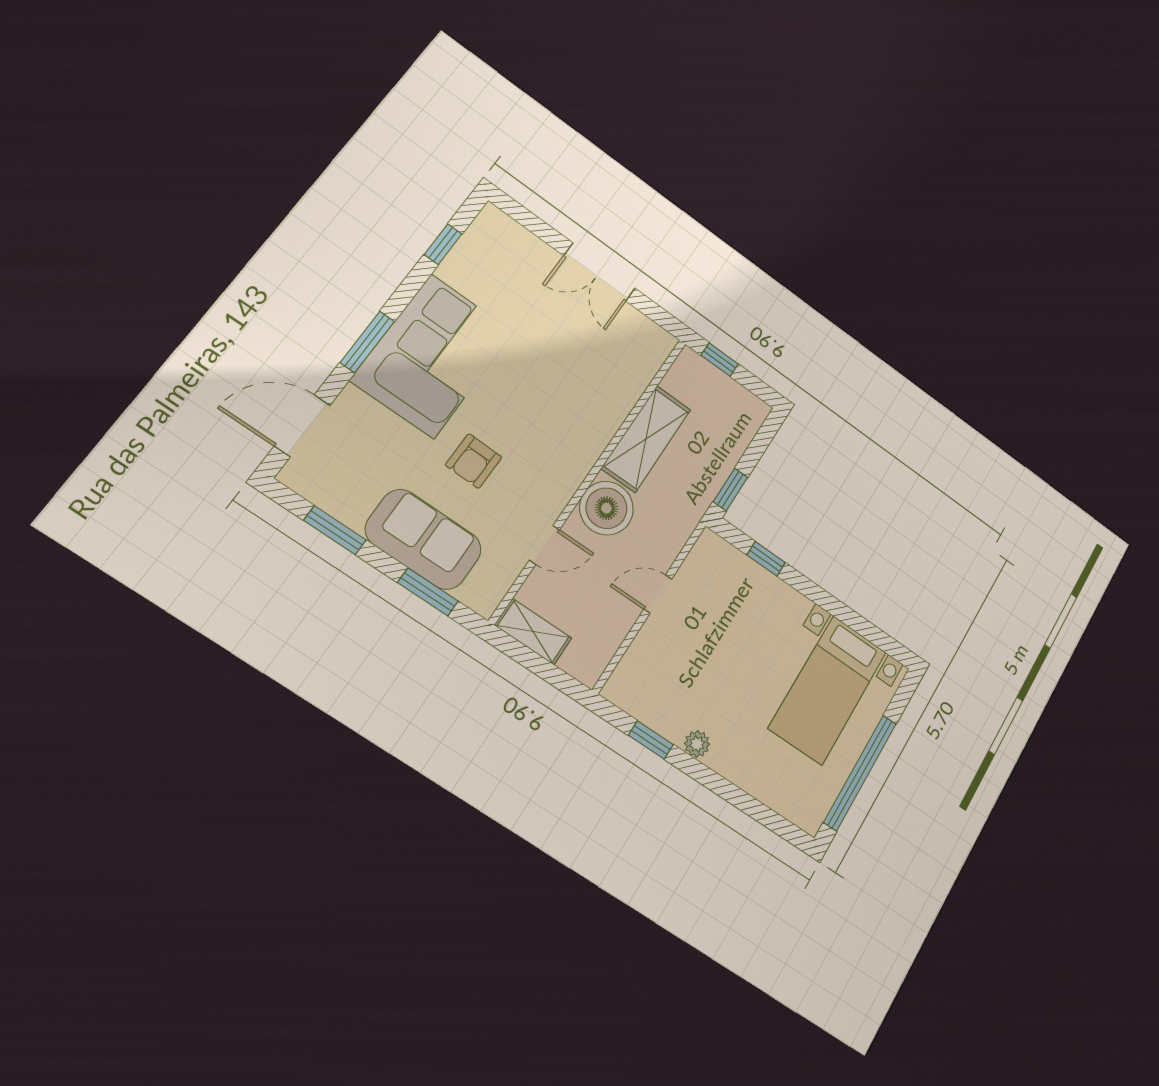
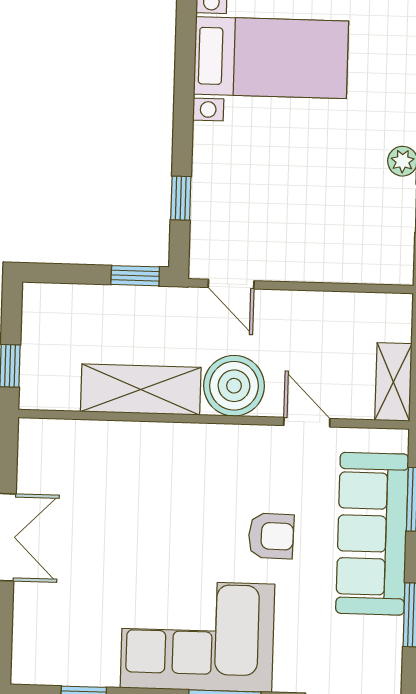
sofa: (424, 539) -> (372, 534), width x1.36
door: (658, 594) -> (231, 284), moved

